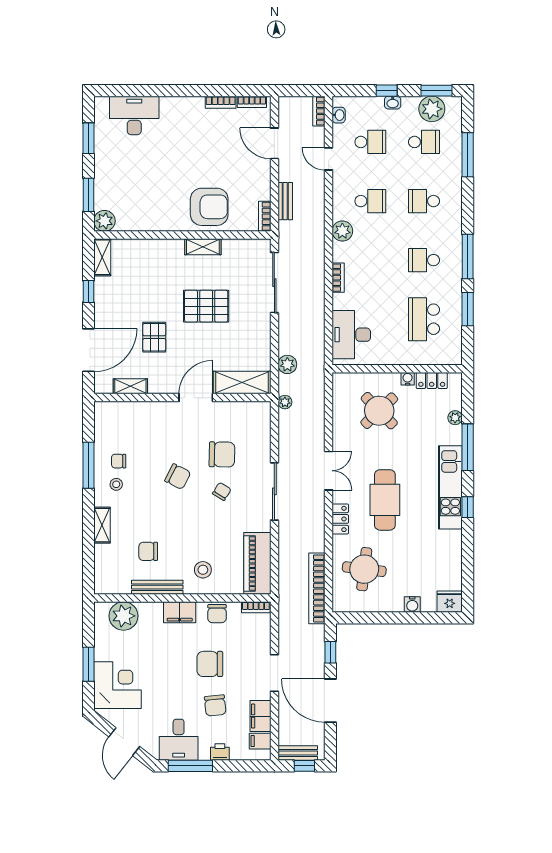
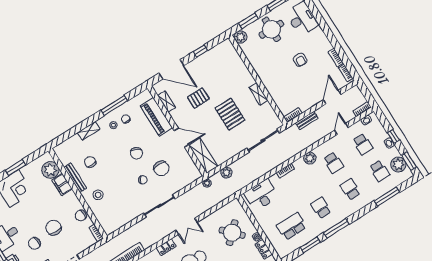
round table: (122, 169) -> (271, 29), added
armchair: (209, 207) -> (300, 60), moved, width x0.53, depth x0.53
shelving: (102, 257) -> (222, 47), removed
piano: (257, 563) -> (156, 117), moved, turned -90
filing cabinet: (180, 612) -> (62, 185), moved

